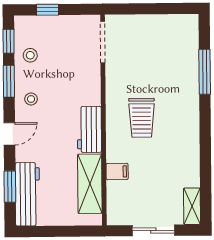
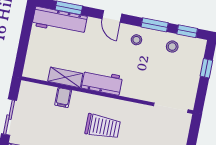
trolley: (142, 118) -> (103, 127), turned 180
shelving: (90, 184) -> (65, 77), width x0.67, depth x0.75

